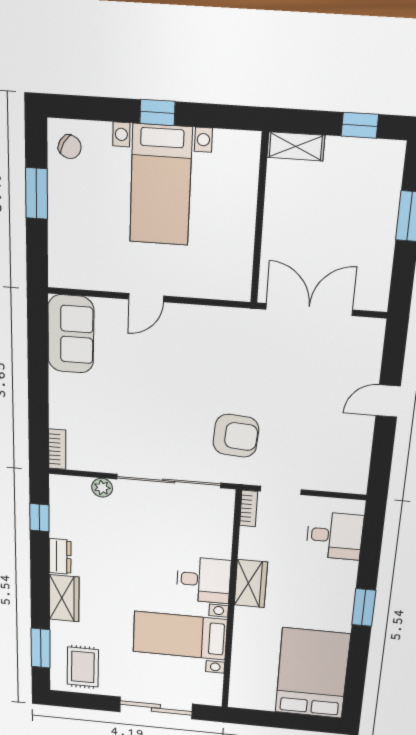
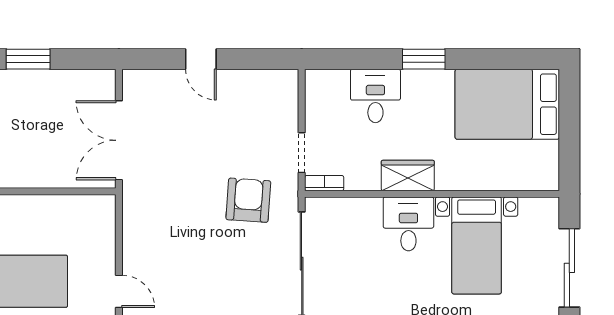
desk: (335, 536) -> (375, 96), moved

